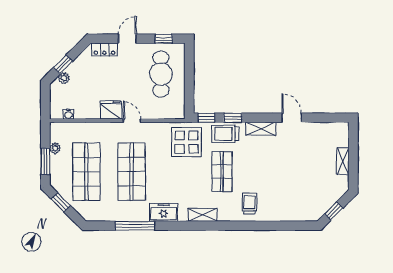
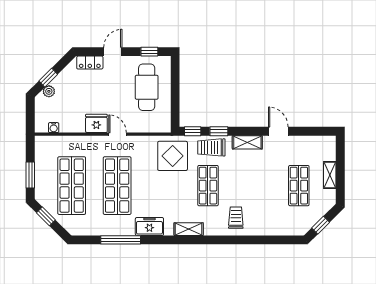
plant: (55, 148) -> (40, 162), removed
shop shelf: (312, 172) -> (299, 186), added

